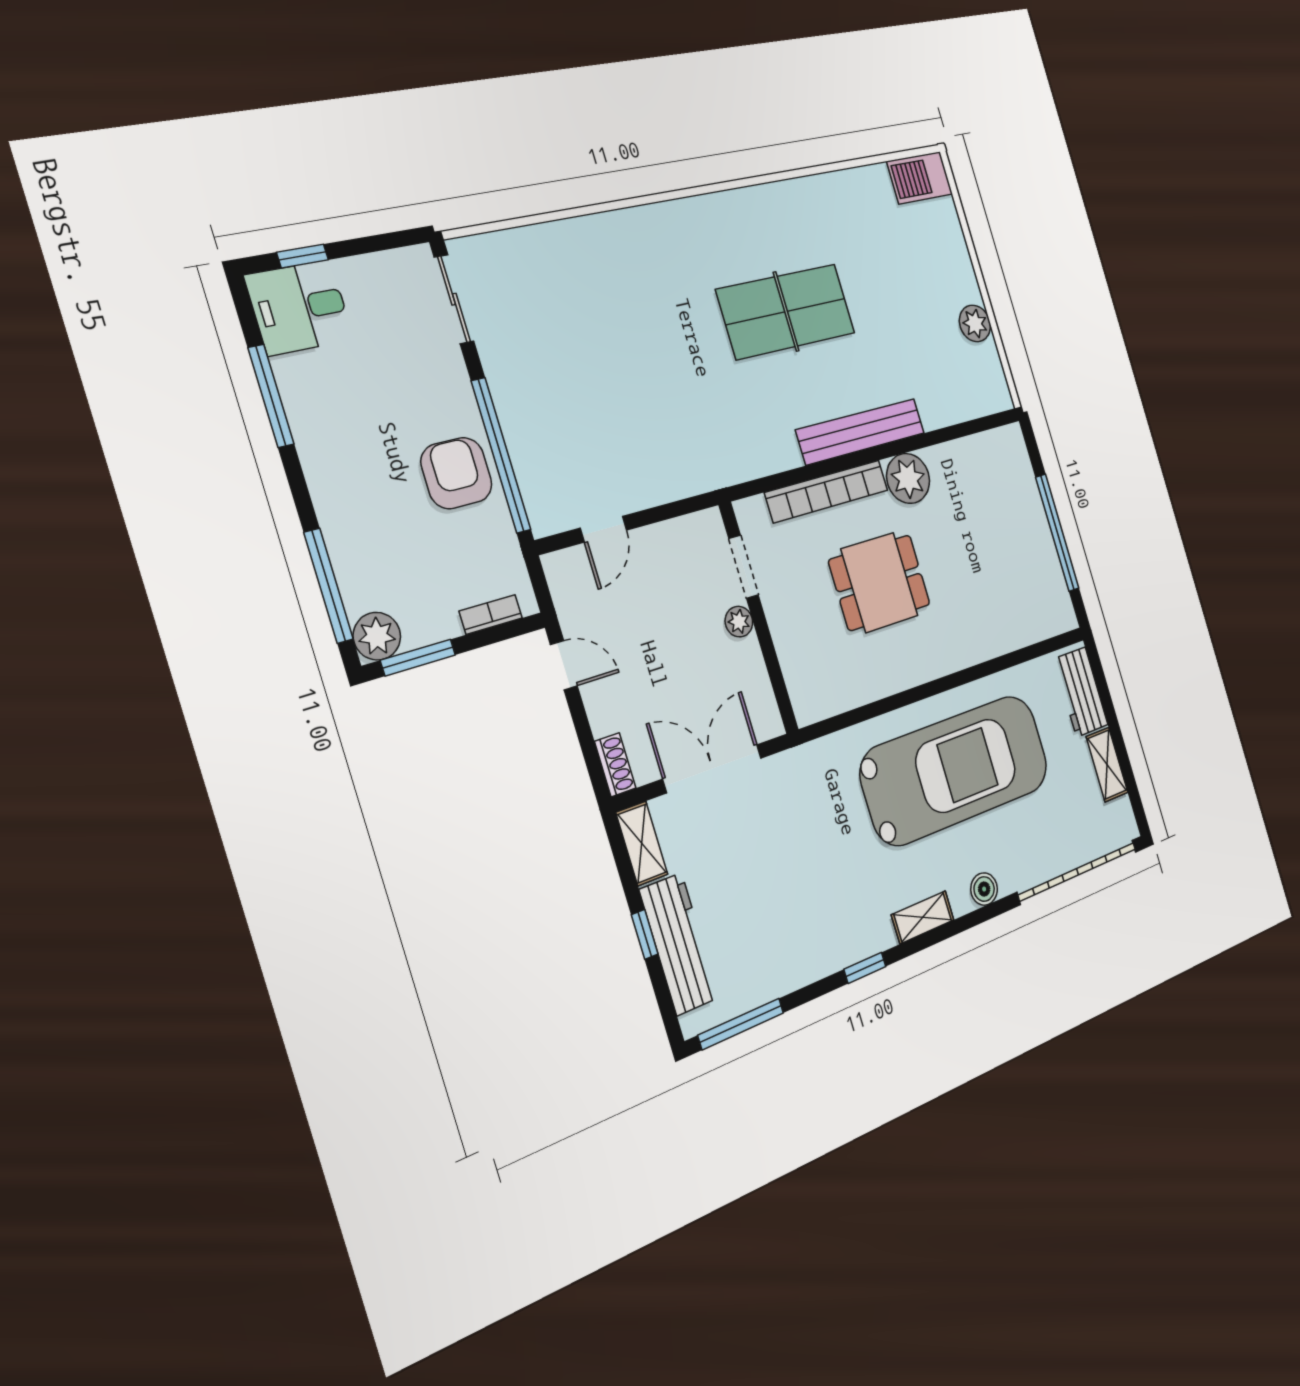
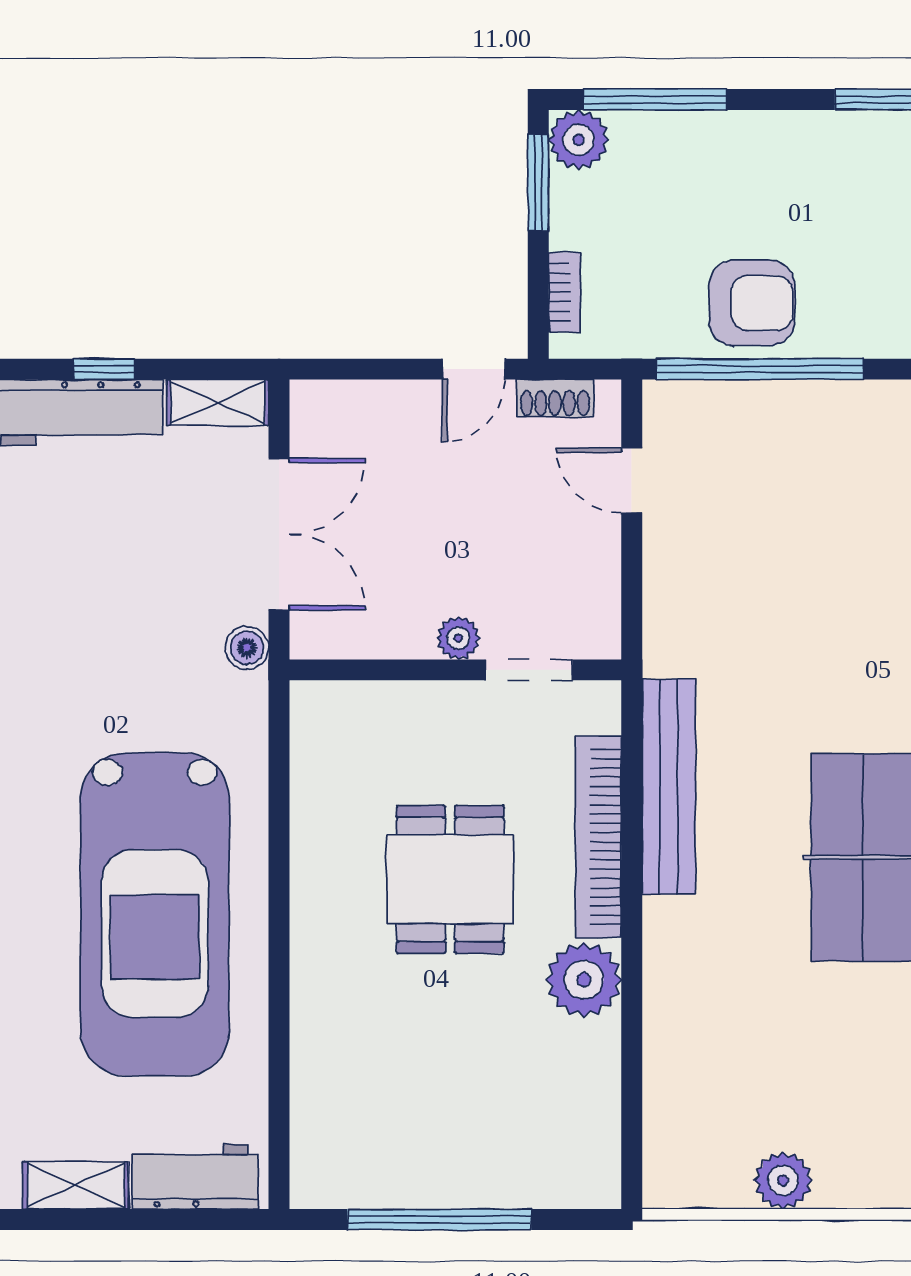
bench: (861, 432) -> (669, 787), moved
shoe rack: (615, 765) -> (555, 398), moved
boiler: (788, 765) -> (247, 648), added

